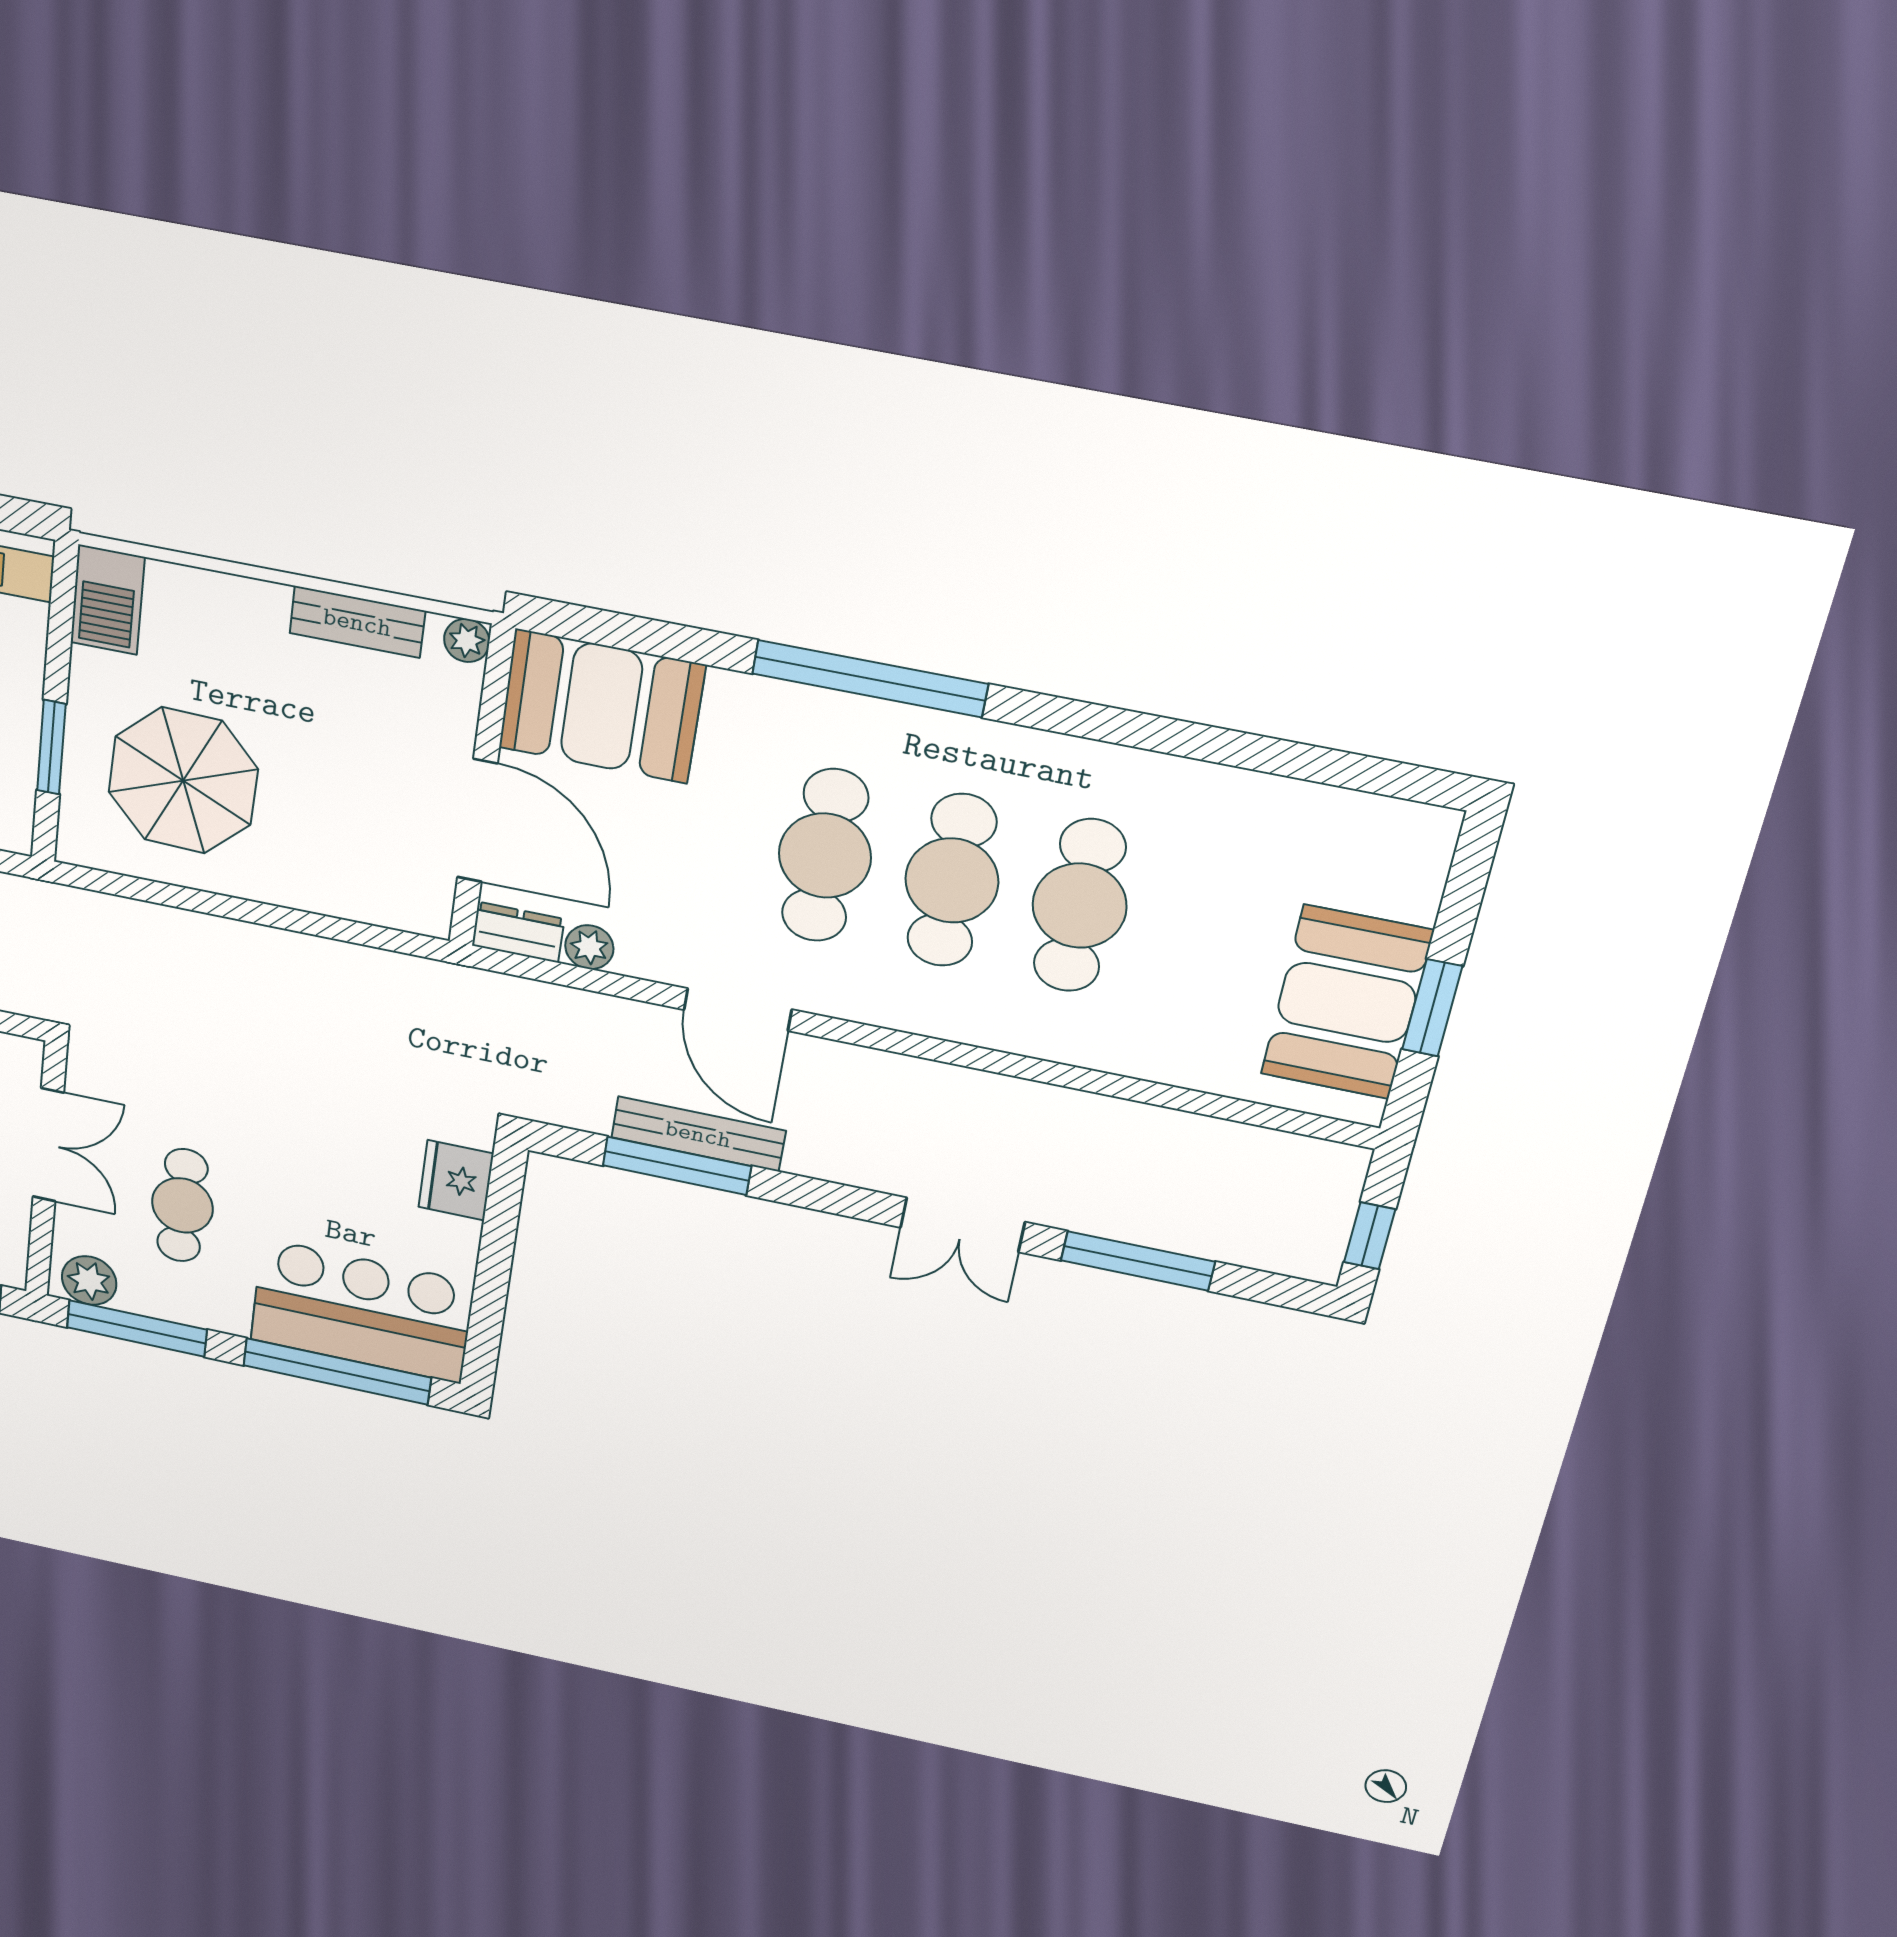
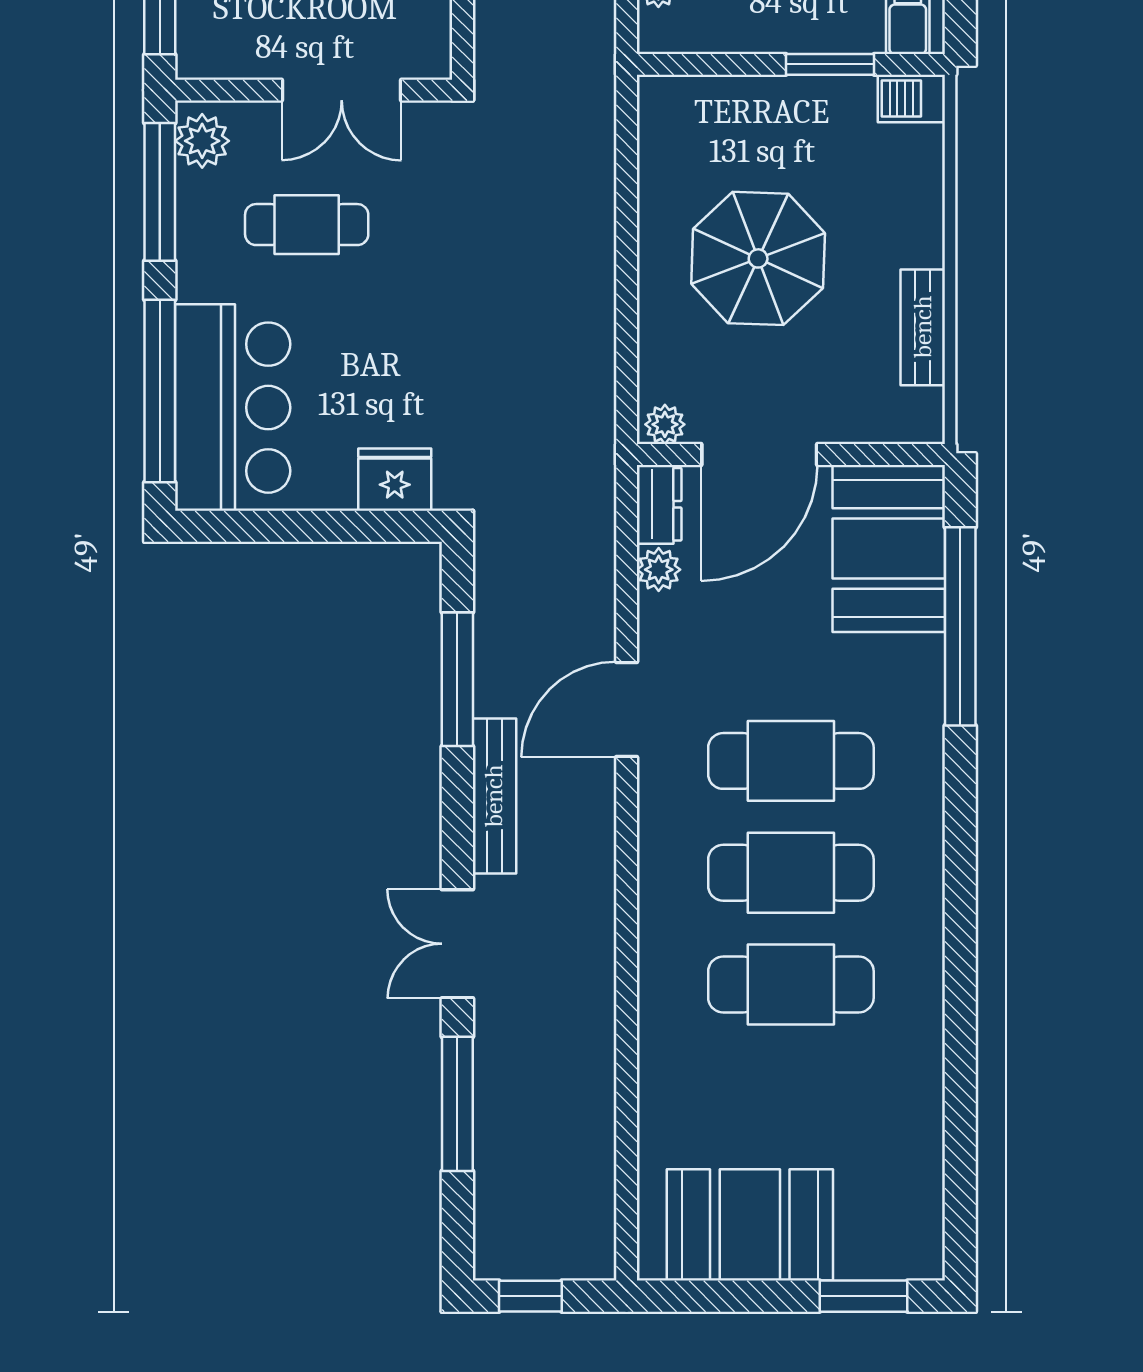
barbecue: (108, 600) -> (911, 99), width x0.73, depth x0.79
plant: (467, 640) -> (665, 424), moved
window: (870, 679) -> (960, 626), moved
window: (51, 747) -> (830, 64), moved
parasol: (183, 781) -> (758, 258), moved
window: (1432, 1008) -> (864, 1296), moved
bench: (698, 1134) -> (494, 796), moved

